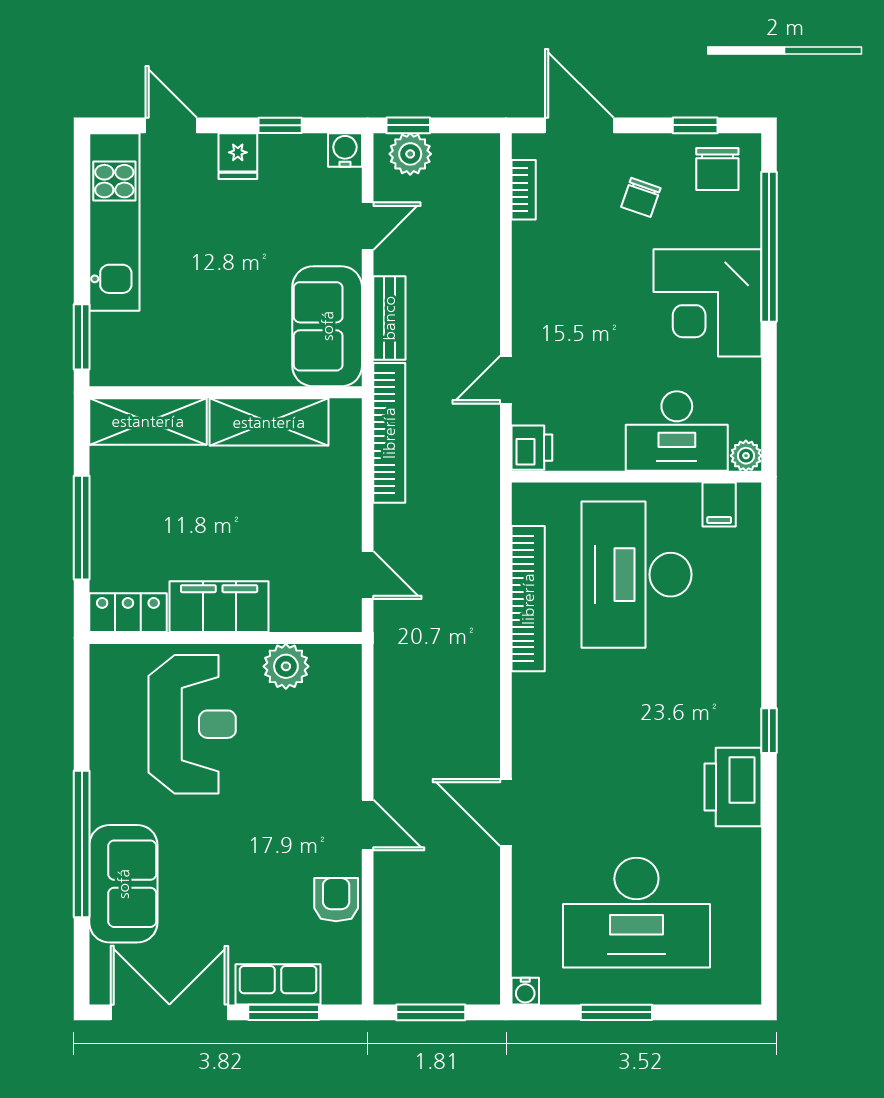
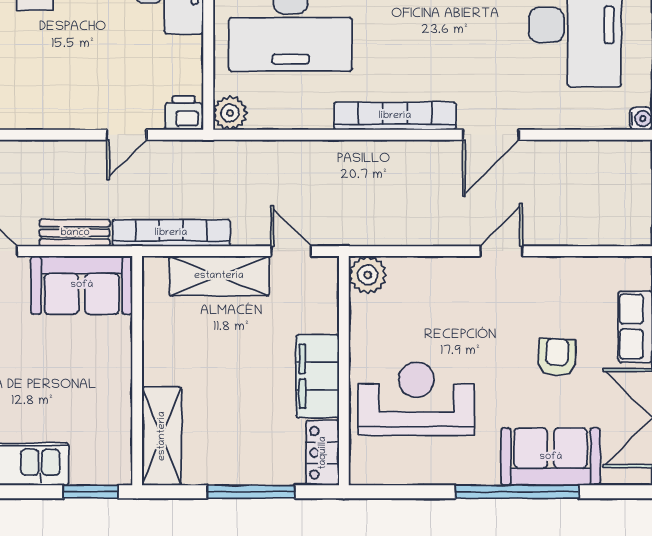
door: (506, 380) -> (127, 135), hinge flipped
shelving: (269, 422) -> (219, 276), moved, turned 90
plant: (532, 503) -> (230, 113), added
door: (368, 575) -> (291, 251), hinge flipped
bookcase: (528, 599) -> (395, 116), moved
plant: (286, 666) -> (368, 275), moved
armchair: (336, 900) -> (557, 357), moved, turned 92

